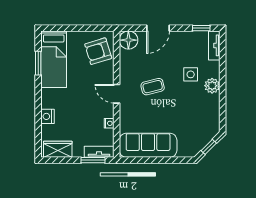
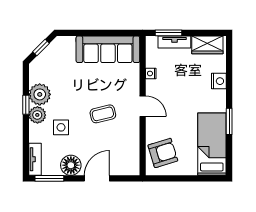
window: (201, 28) -> (49, 178), width x1.50
floor lamp: (128, 40) -> (71, 165), moved
window: (38, 63) -> (229, 121), moved
window: (223, 95) -> (26, 105), added
plant: (210, 104) -> (40, 94), added
tv unit: (99, 152) -> (174, 42), moved

